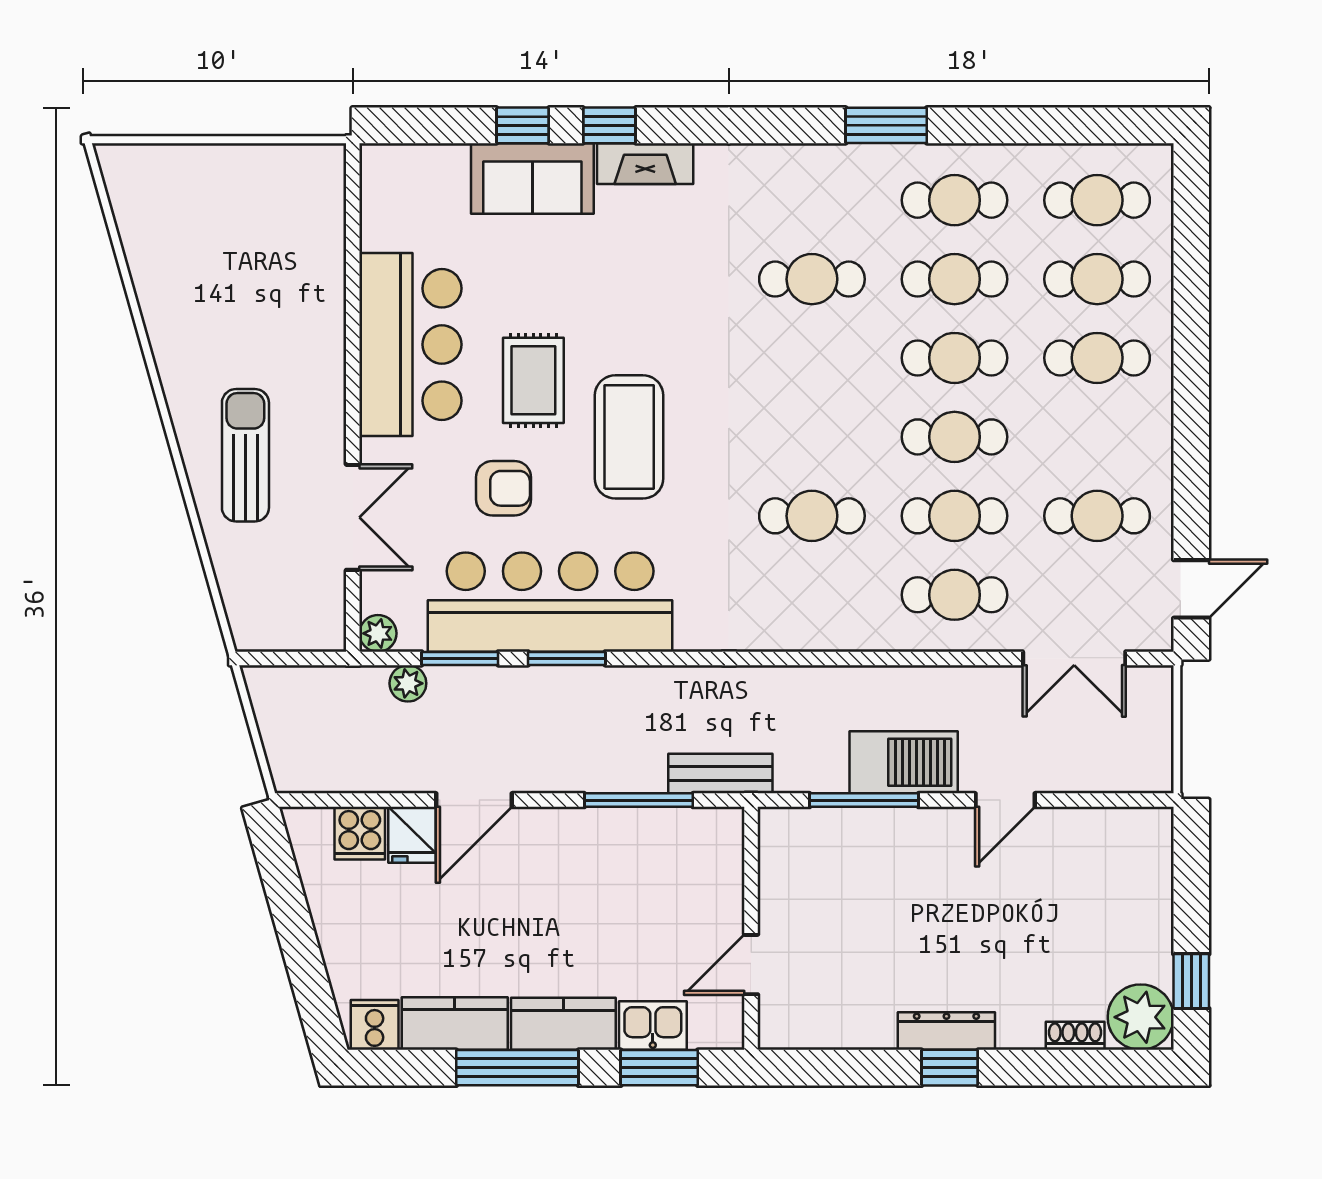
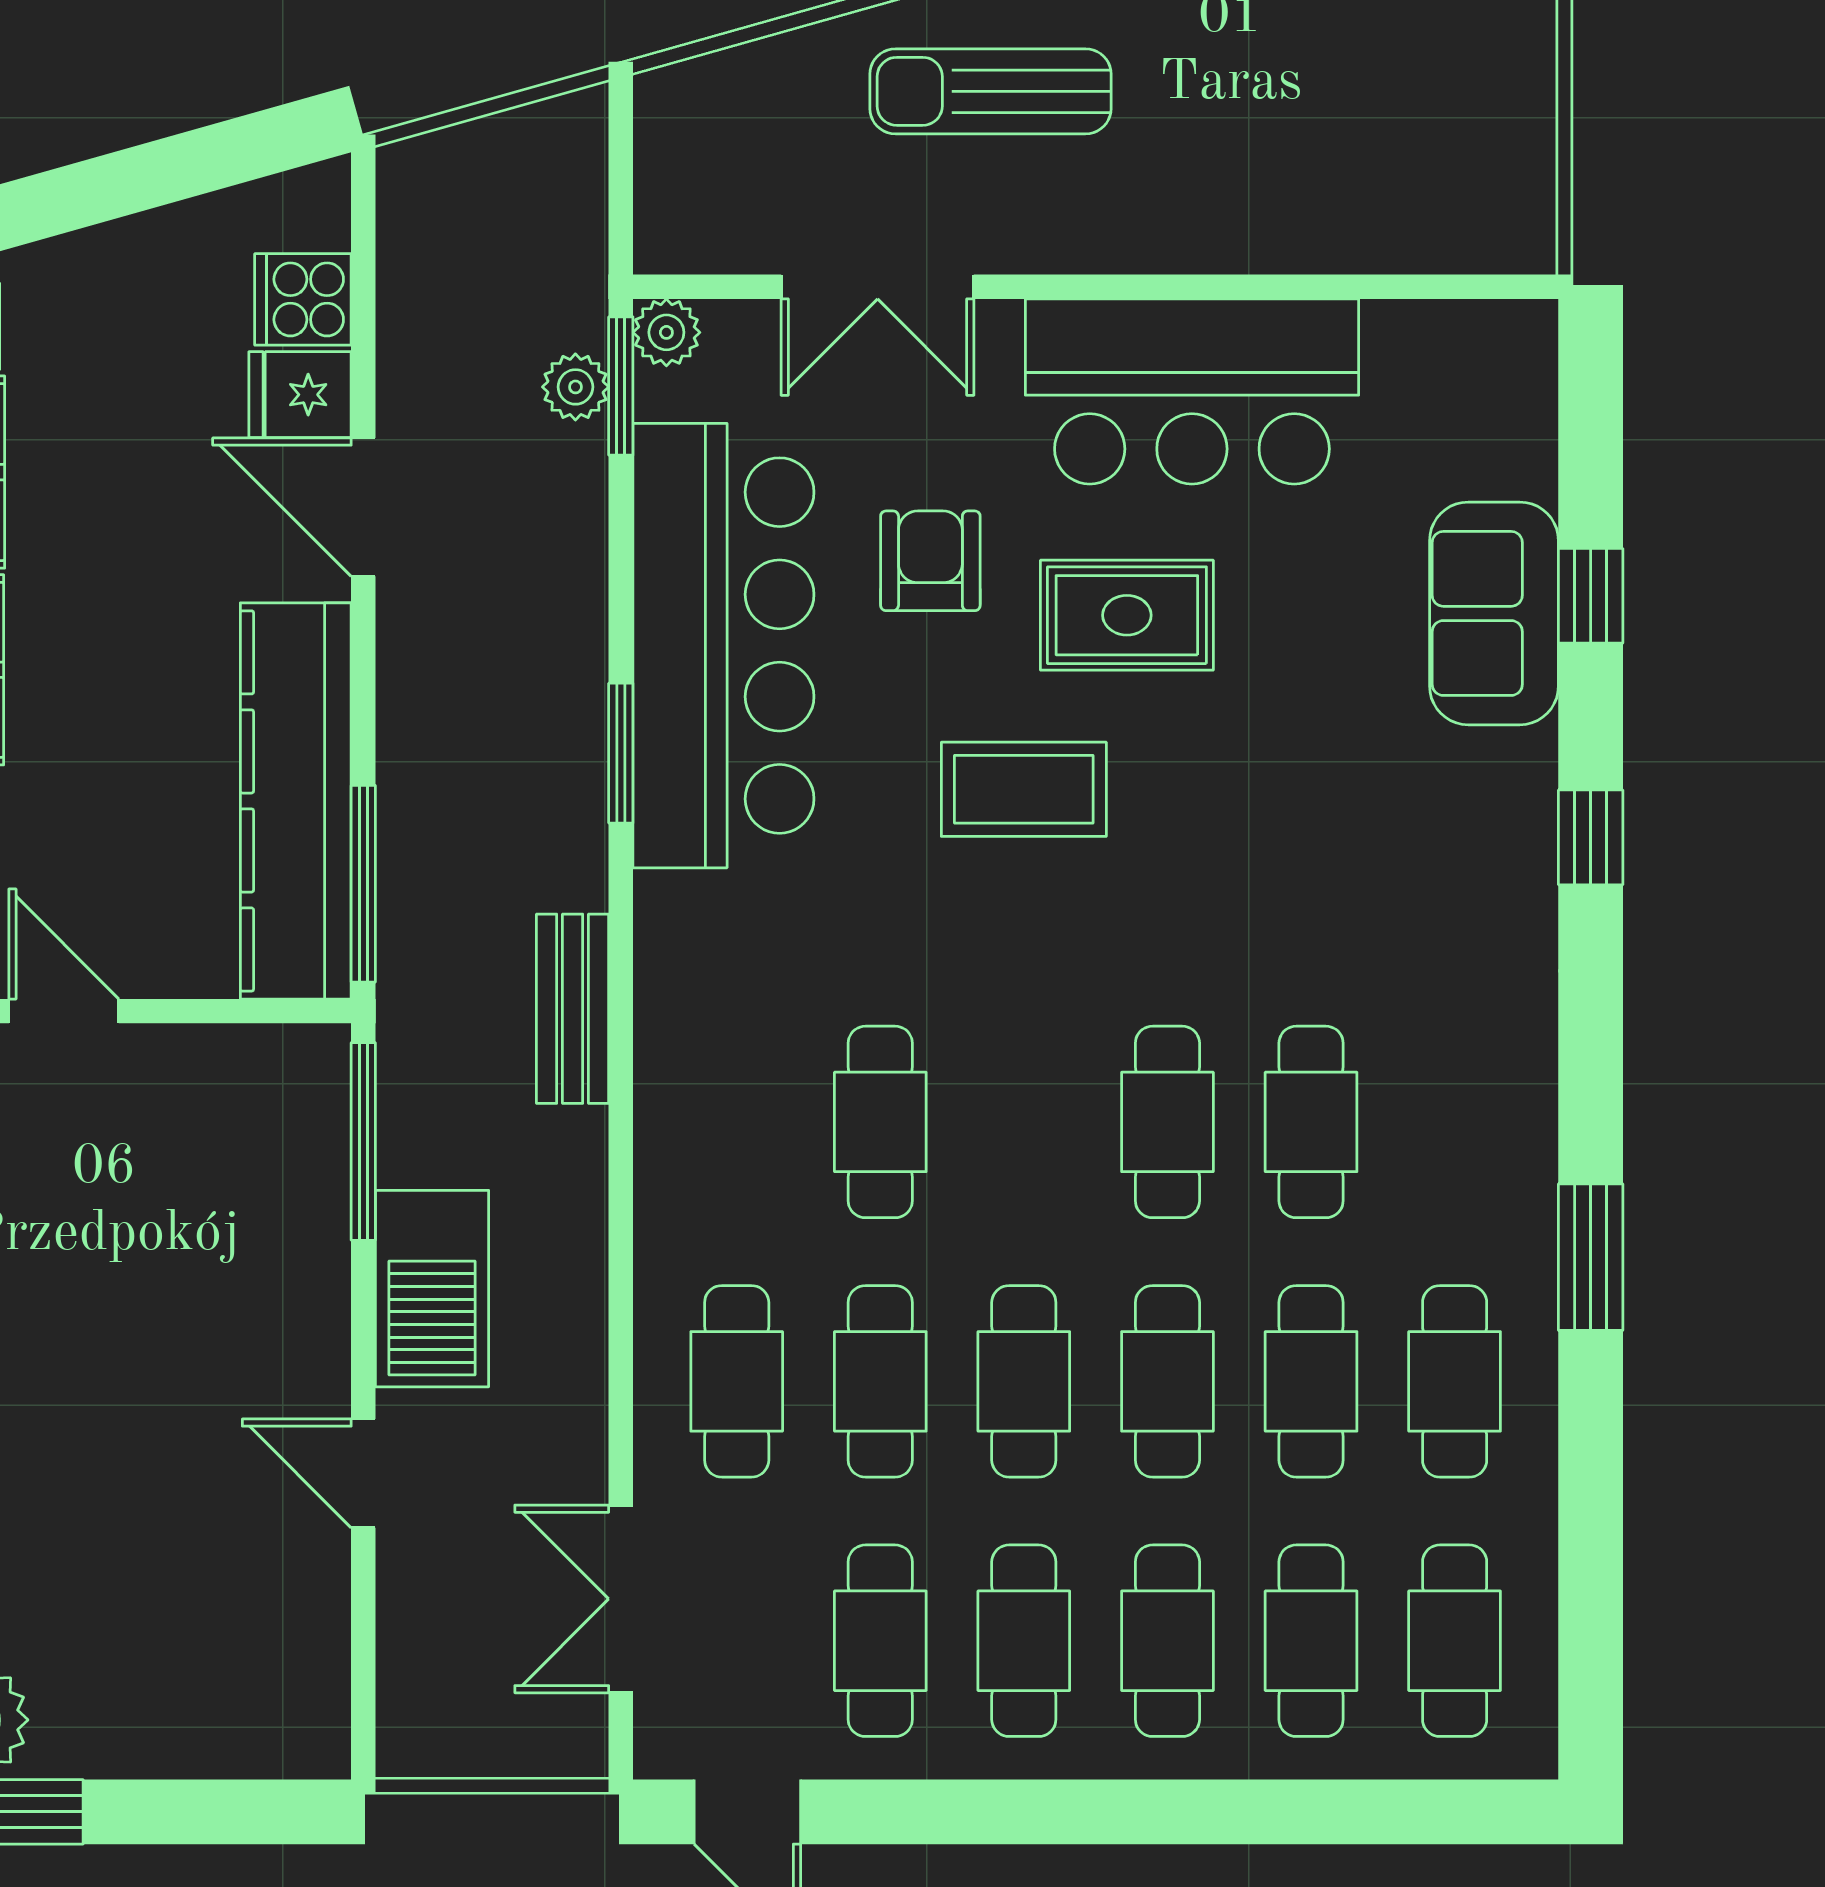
window: (609, 125) -> (1591, 837), moved
fireplace: (645, 164) -> (1521, 819), removed
cafe table: (812, 358) -> (1167, 1122), added
coffee table: (629, 437) -> (1024, 789), width x0.73, depth x0.76
cafe table: (1097, 437) -> (1024, 1641), added
sun lounger: (245, 455) -> (991, 91), turned 180
armchair: (503, 488) -> (930, 561), turned 180
window: (460, 658) -> (621, 386), moved
window: (567, 658) -> (621, 753), moved
bench: (720, 774) -> (573, 1009), moved
window: (639, 800) -> (363, 884), moved
window: (864, 800) -> (363, 1141), moved
kitchen counter: (635, 837) -> (296, 801), added

